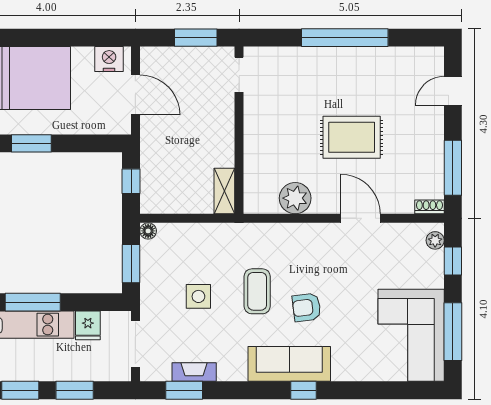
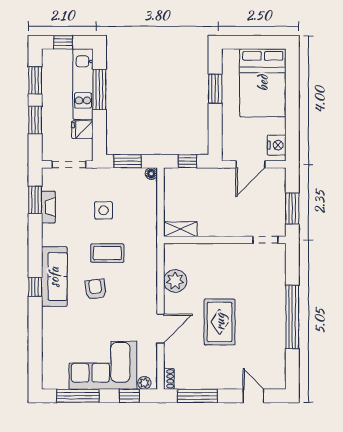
corner sofa: (411, 335) -> (103, 365), moved

